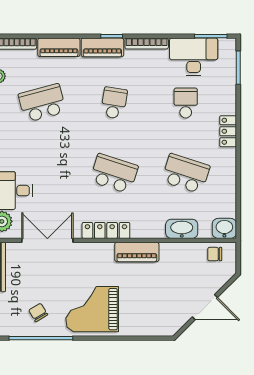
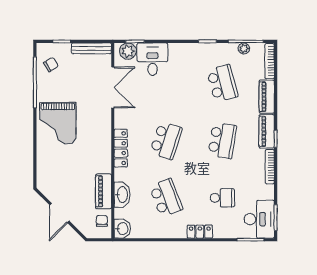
desk: (194, 57) -> (259, 219), moved
school desk: (114, 103) -> (222, 141), width x1.85
school desk: (186, 174) -> (166, 198), turned -39
locker: (106, 230) -> (121, 148), moved
piano: (137, 252) -> (103, 191), moved
grand piano: (92, 309) -> (58, 123), turned 180
chair: (38, 312) -> (51, 64), moved

